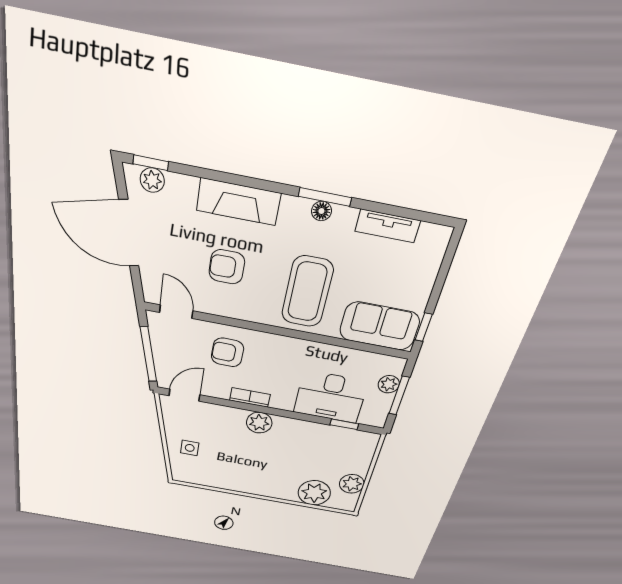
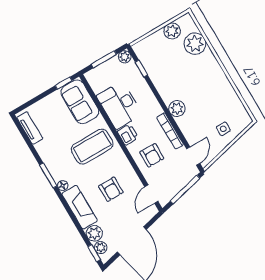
plant: (181, 189) -> (94, 233), added
floor lamp: (321, 211) -> (63, 186), moved
tv unit: (388, 226) -> (30, 128), moved
printer: (280, 347) -> (128, 135), added
plant: (389, 384) -> (125, 57), moved
door: (184, 395) -> (193, 156), swing flipped
bookcase: (250, 397) -> (170, 131), width x1.56
desk: (331, 397) -> (120, 105), moved, turned 180

